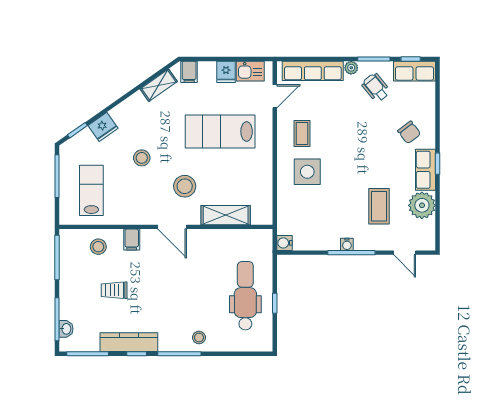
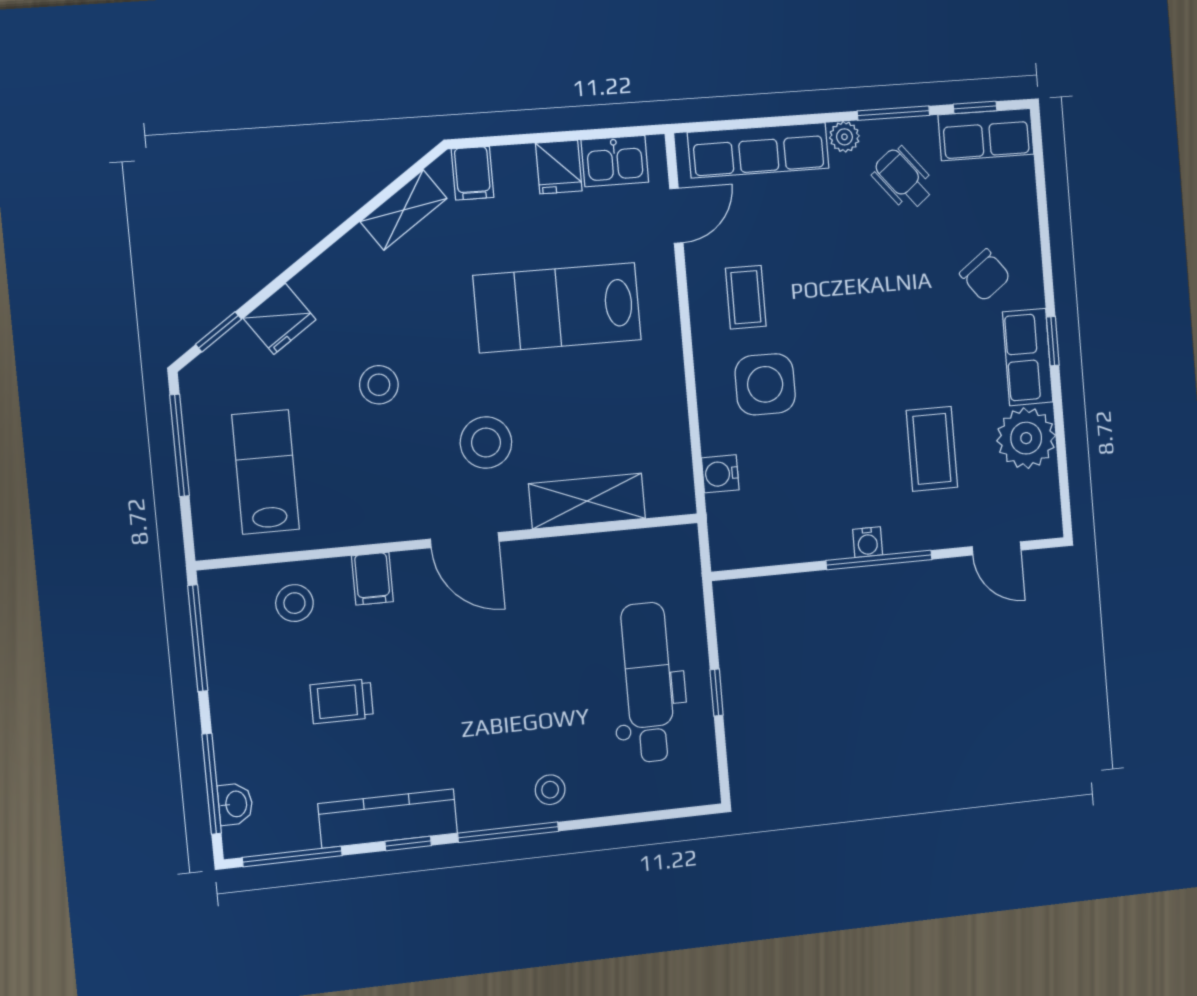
water cooler: (284, 243) -> (720, 474), moved

